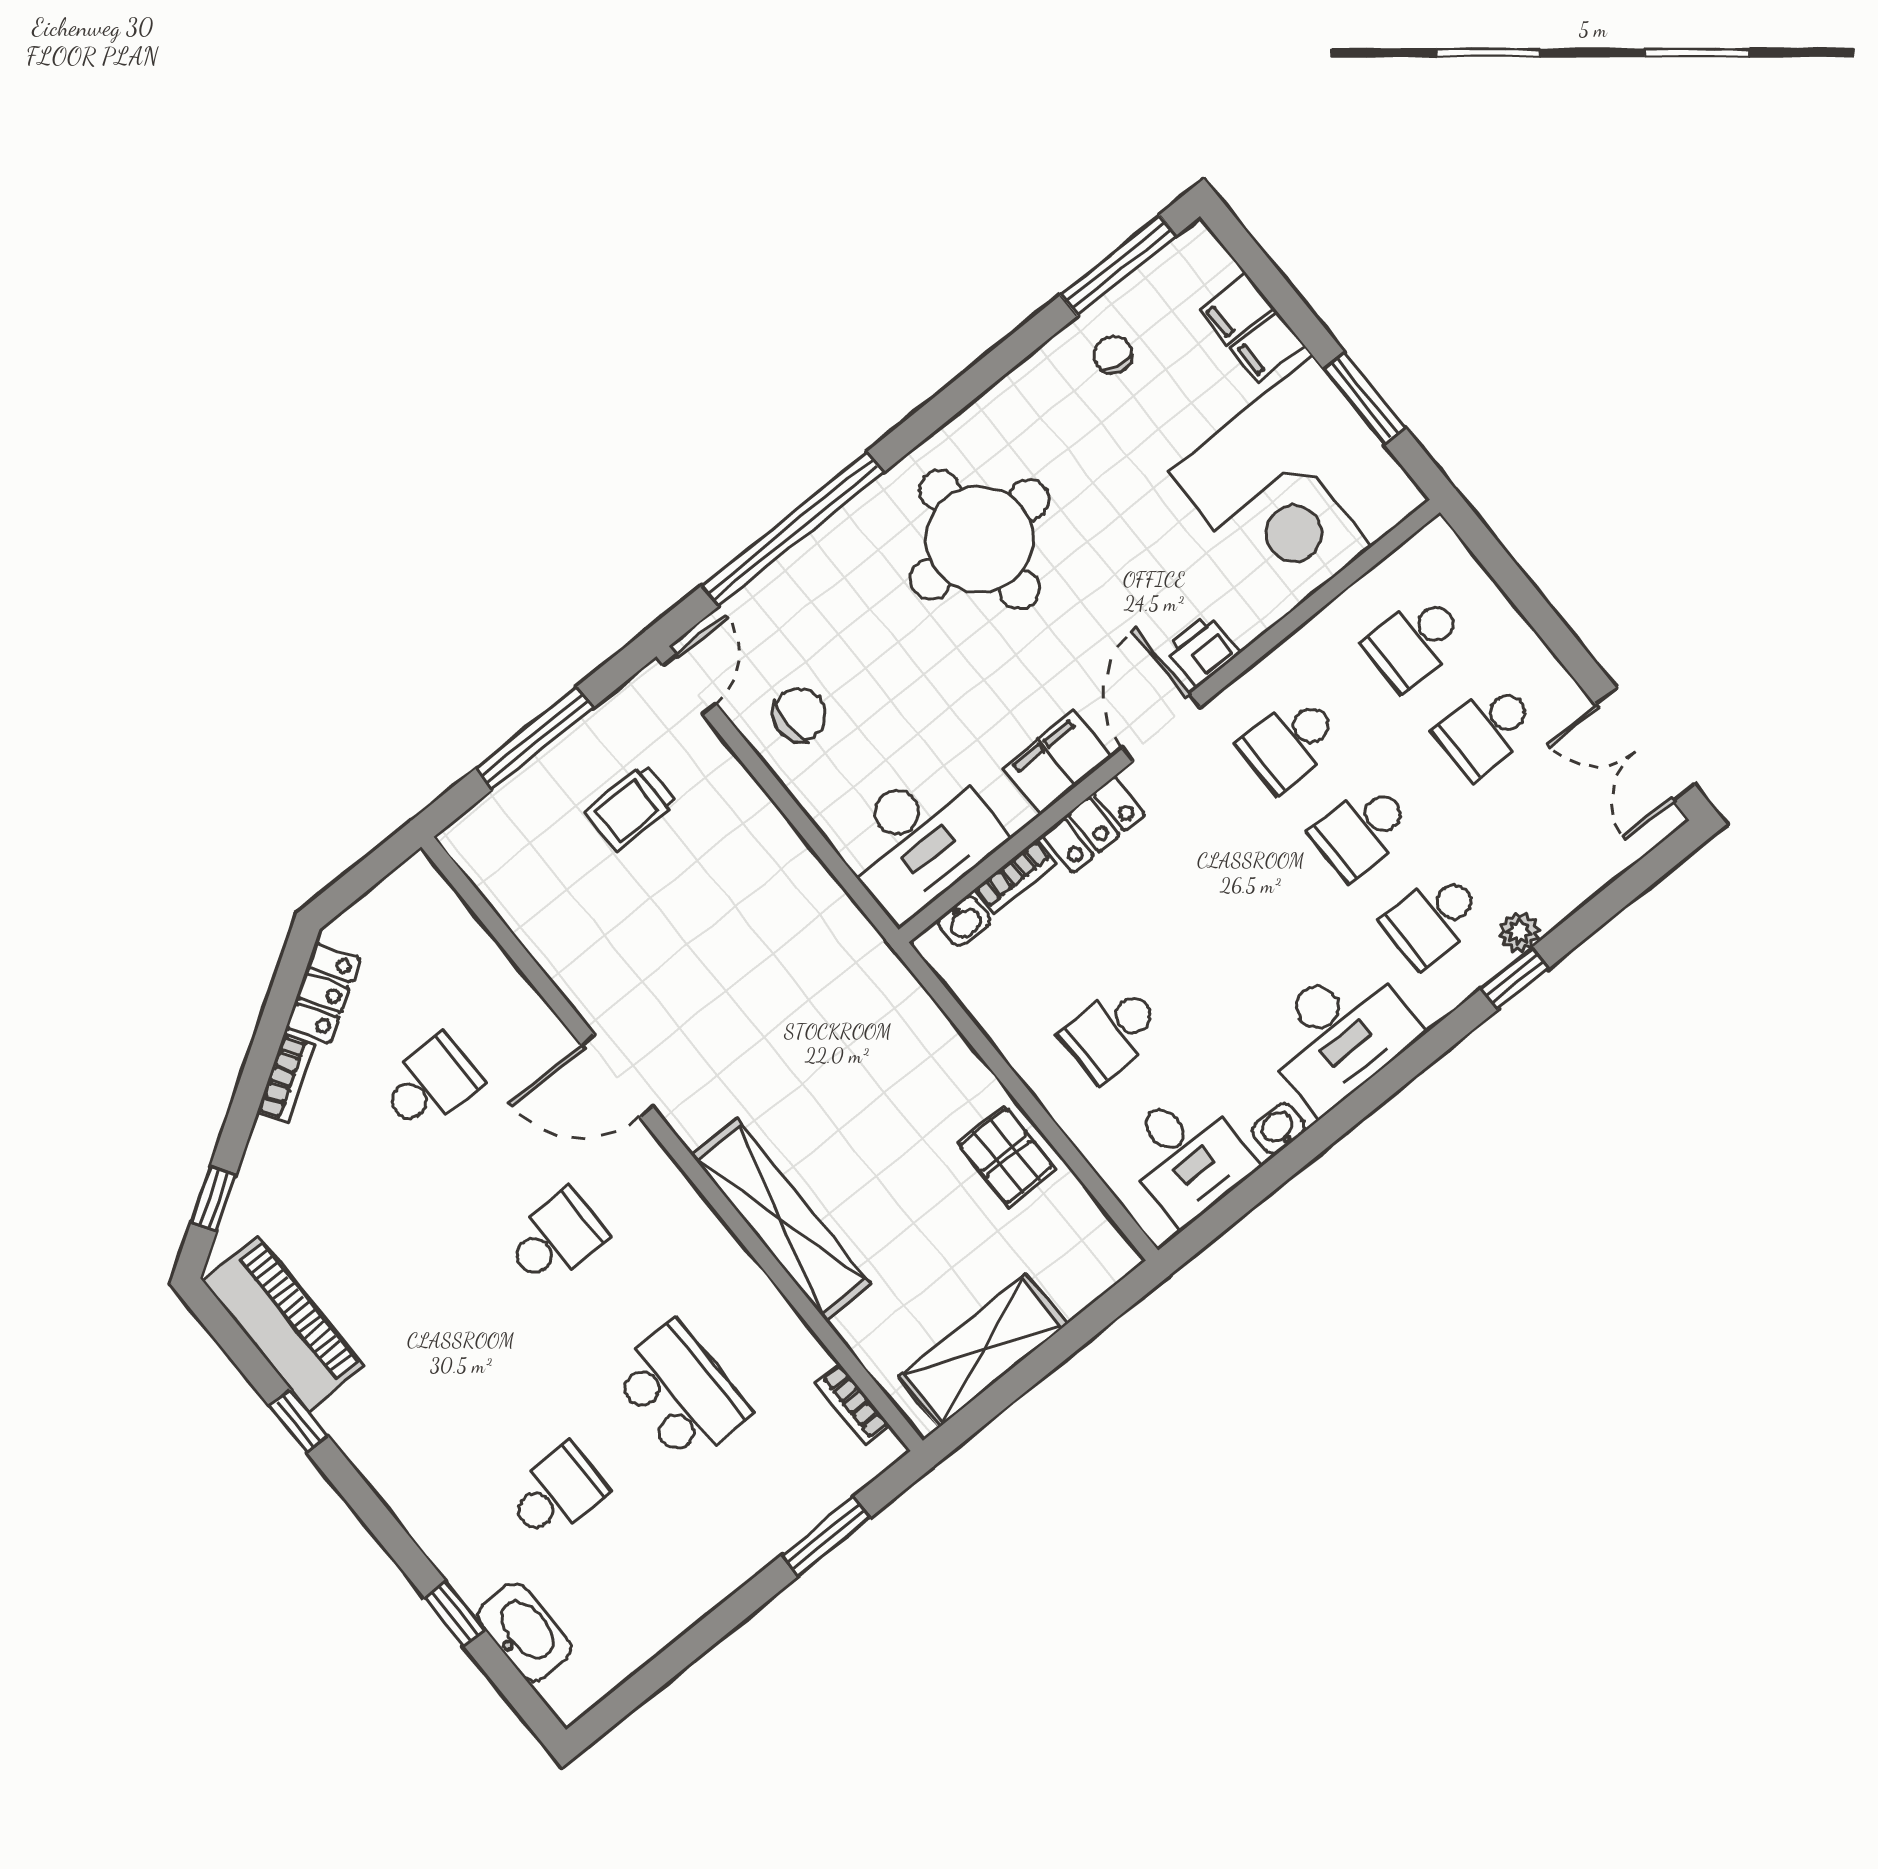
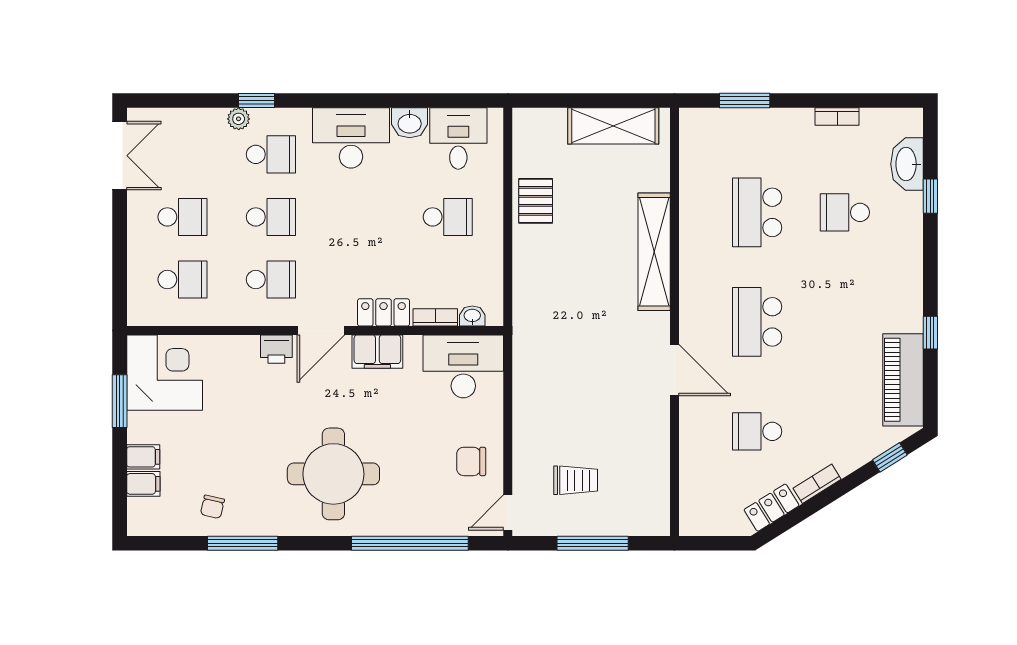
window: (1119, 265) -> (243, 543), moved
corner desk: (1299, 486) -> (165, 373), width x0.74, depth x0.74
washbasin: (1279, 1129) -> (410, 123), width x1.38, depth x1.45
school desk: (556, 1238) -> (757, 322), width x1.85
bookcase: (852, 1404) -> (837, 116), moved, turned 90

